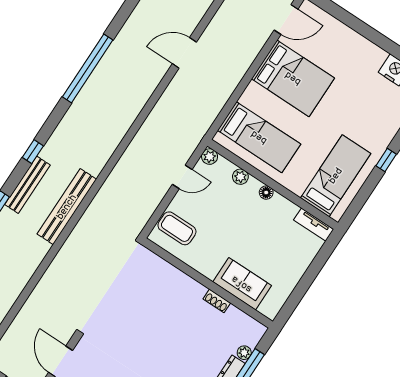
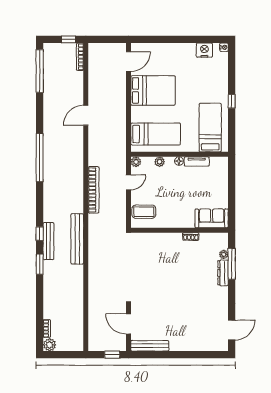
window: (33, 152) -> (40, 234), moved
bookcase: (130, 157) -> (94, 190), added
tv unit: (314, 225) -> (197, 161), moved
sofa: (242, 284) -> (212, 218), moved

